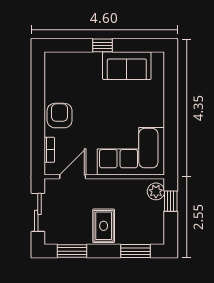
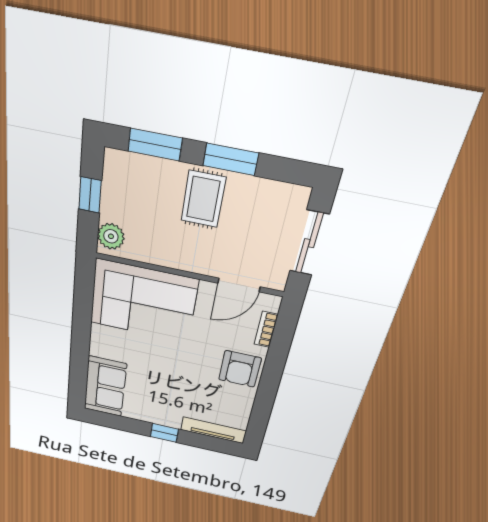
tv unit: (68, 58) -> (213, 430), added
sofa: (127, 66) -> (105, 387), moved, turned 90
window: (171, 201) -> (90, 195), moved
window: (72, 251) -> (231, 159), moved

